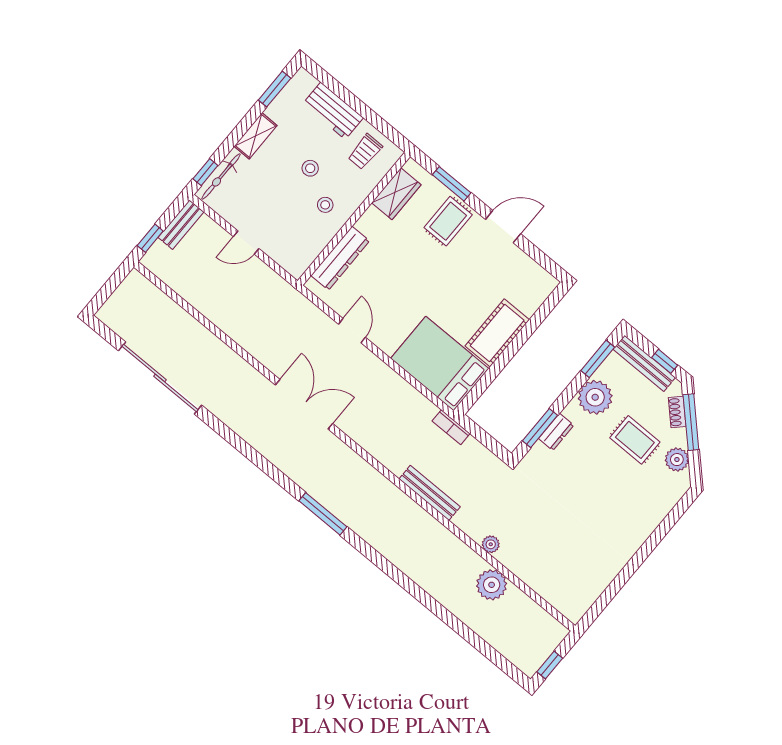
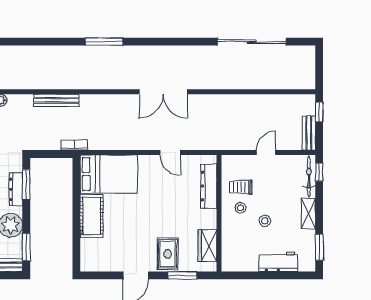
trolley: (365, 152) -> (241, 187), moved, turned -90
dresser: (556, 432) -> (16, 189), width x1.44

